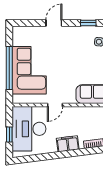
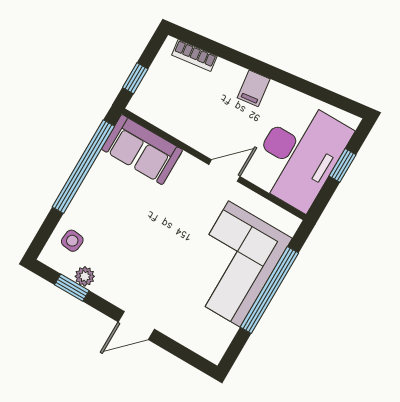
plant: (86, 30) -> (85, 276), added
filing cabinet: (68, 144) -> (254, 88), width x0.50

